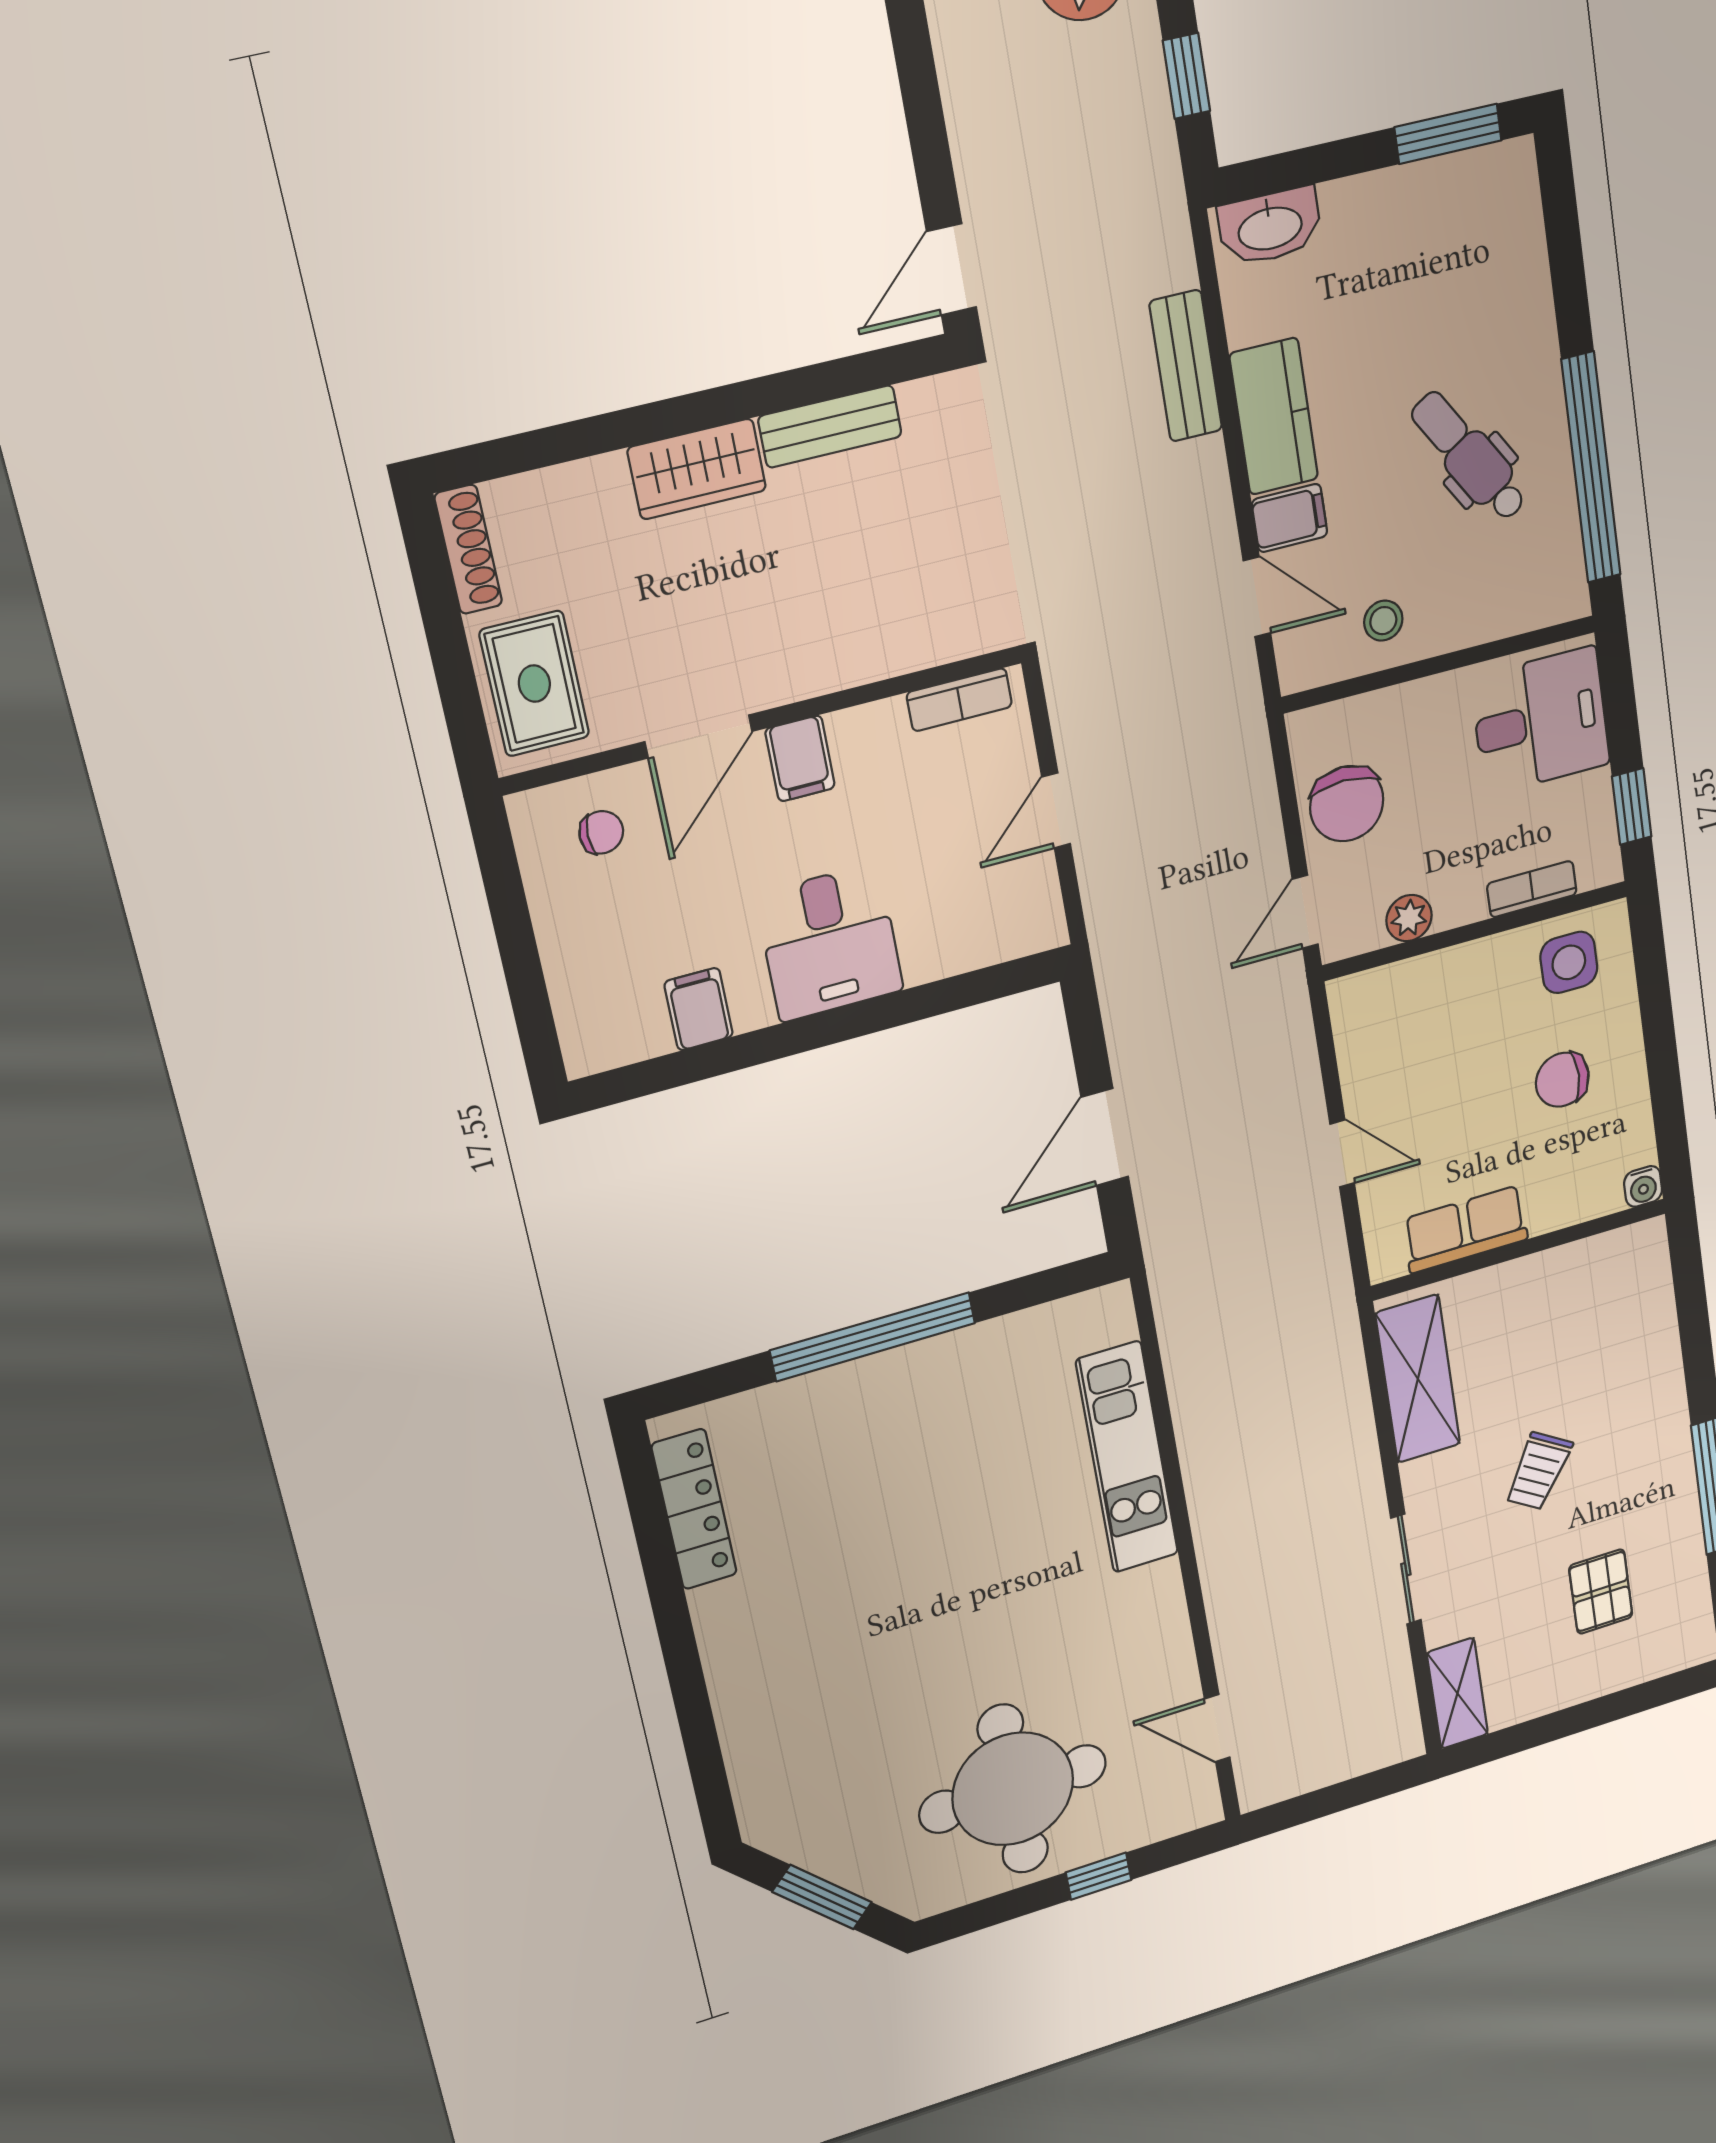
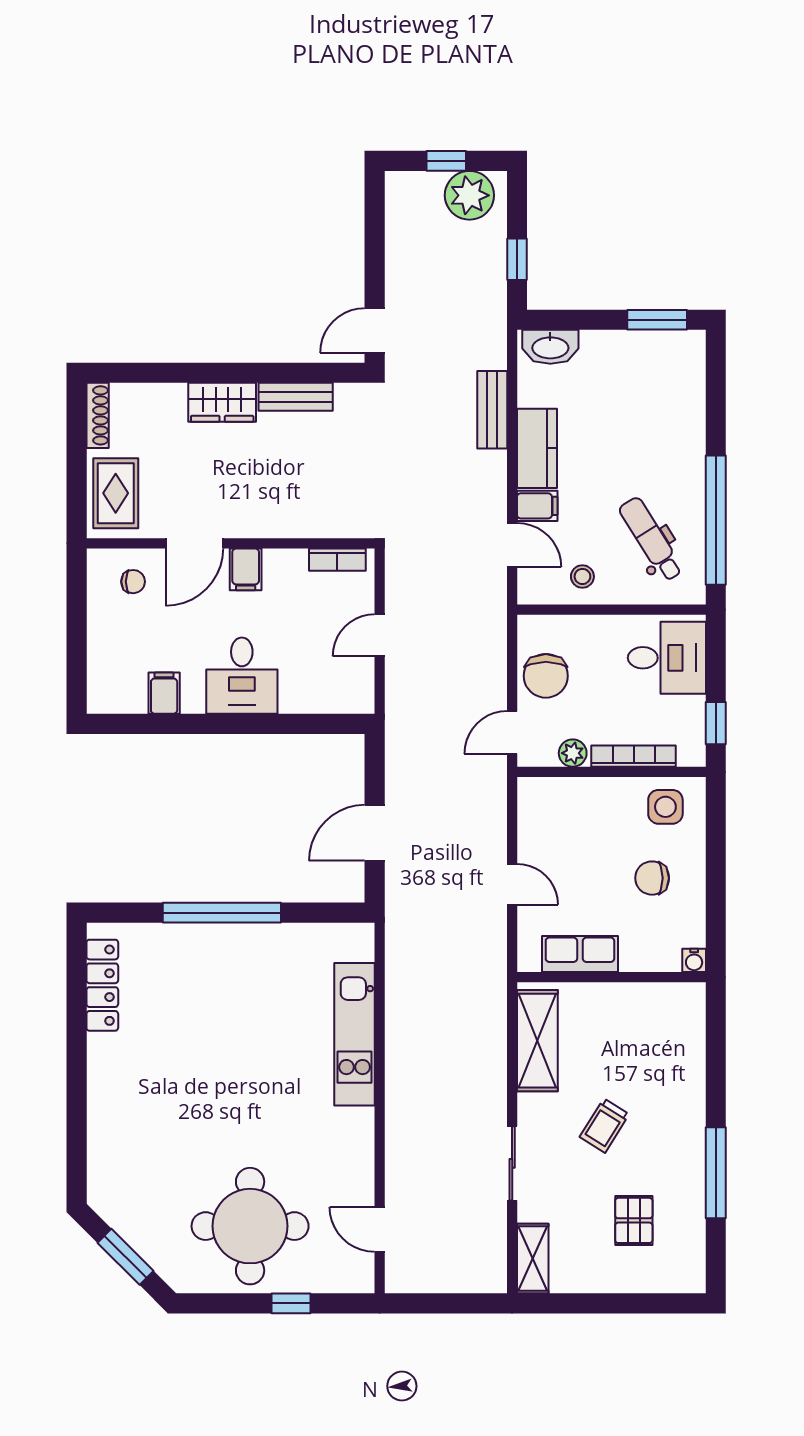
dental chair: (1469, 457) -> (651, 539), moved
bookcase: (1532, 889) -> (634, 756), width x1.56

